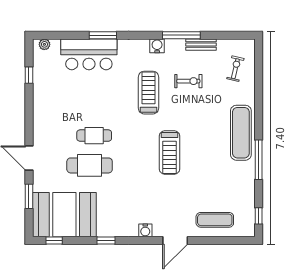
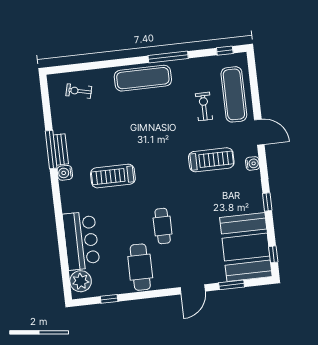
window: (103, 35) -> (60, 229), removed
plant: (44, 44) -> (81, 281), width x1.87, depth x1.87
bench: (201, 45) -> (61, 149), moved
exercise bike: (188, 81) -> (204, 106), moved
treadmill: (169, 152) -> (211, 160), moved
cafe table: (90, 165) -> (140, 267), moved
exercise mat: (215, 220) -> (234, 94), width x1.36, depth x1.45

